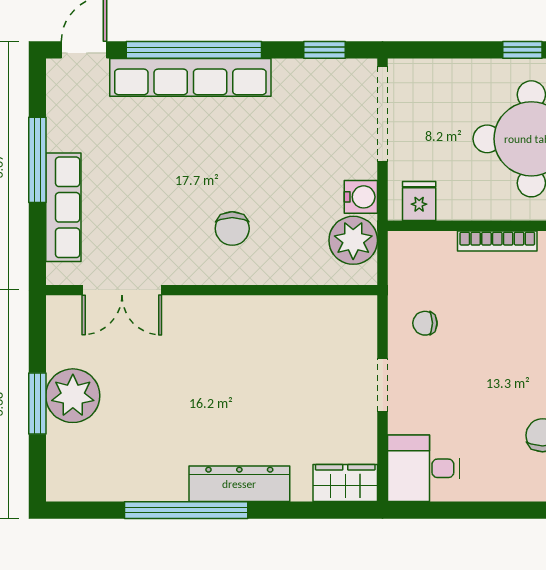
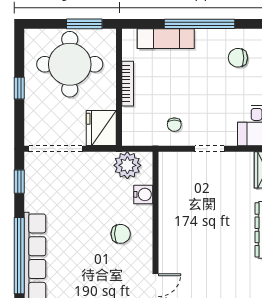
window: (522, 50) -> (19, 88), moved
water cooler: (361, 197) -> (143, 194), moved, turned 90
fridge: (419, 201) -> (101, 128), width x1.88, depth x1.34

